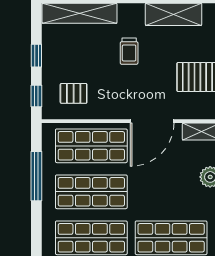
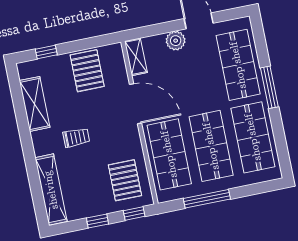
pallet: (74, 93) -> (125, 180), width x1.50, depth x1.42

